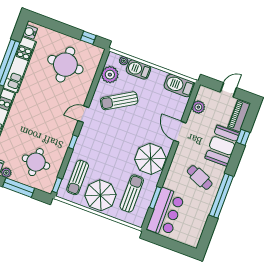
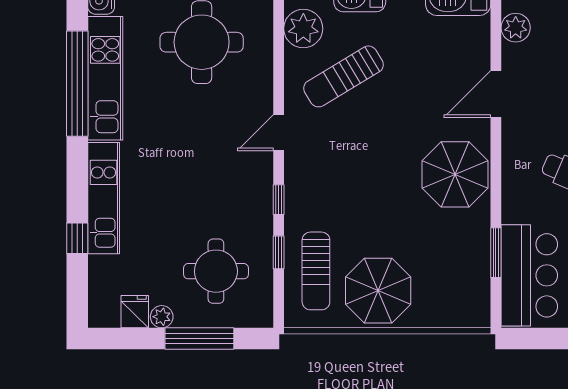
door: (180, 132) -> (496, 94), hinge flipped
window: (57, 185) -> (279, 252), moved
sun lounger: (132, 193) -> (443, 262), removed

